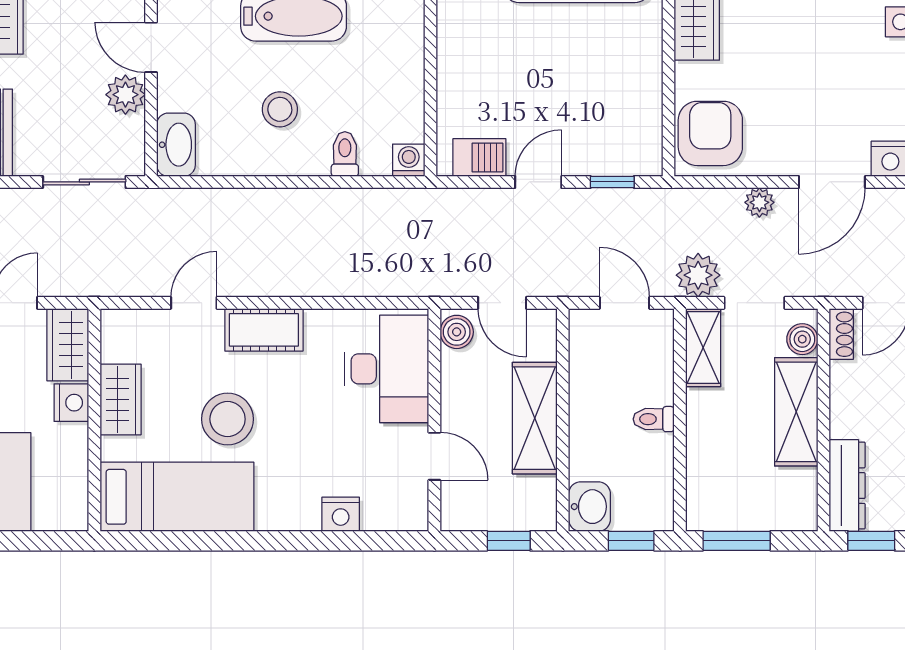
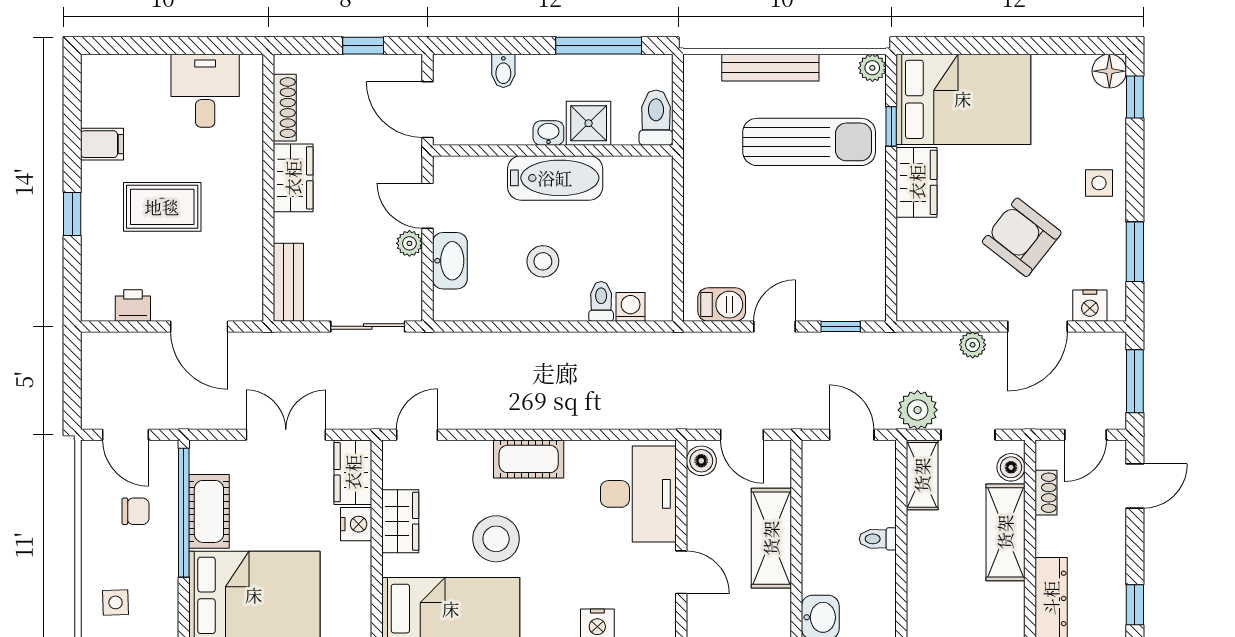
plant: (125, 95) -> (409, 243), width x0.73, depth x0.73
armchair: (710, 133) -> (1022, 237), moved, turned -52
washbasin: (176, 145) -> (450, 261), moved
washing machine: (409, 160) -> (631, 307), moved
door: (194, 303) -> (417, 435), moved
shoe rack: (841, 334) -> (1046, 493), moved

